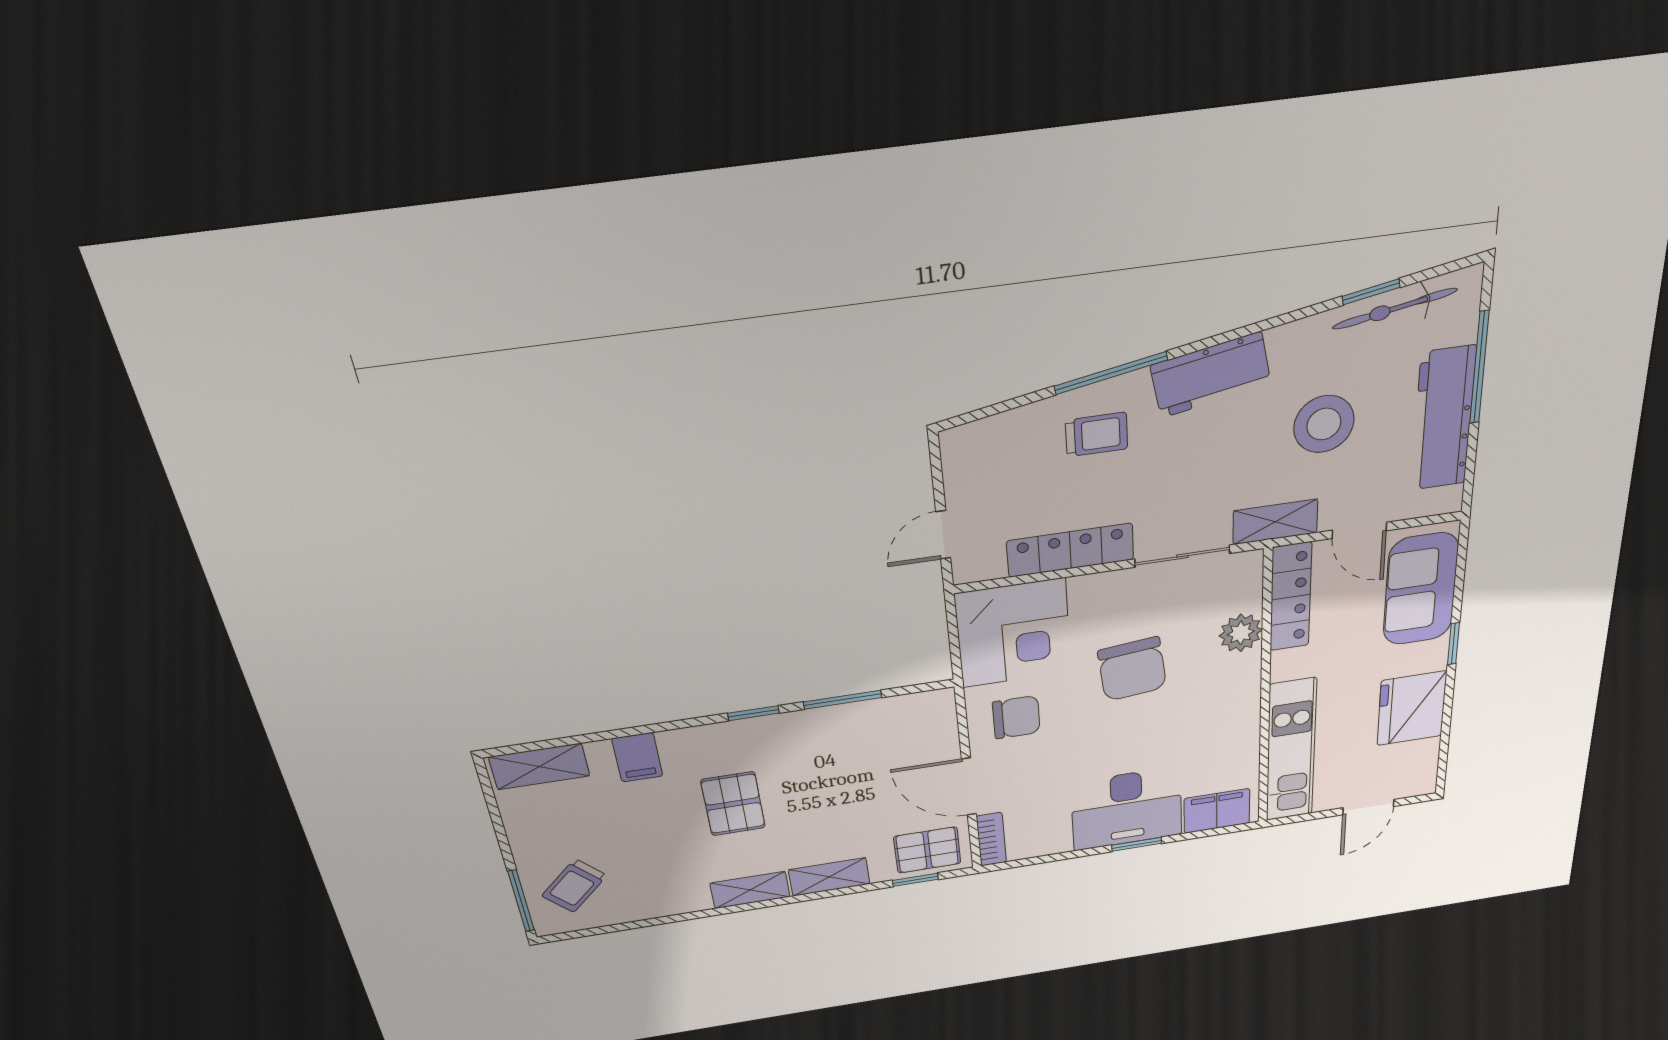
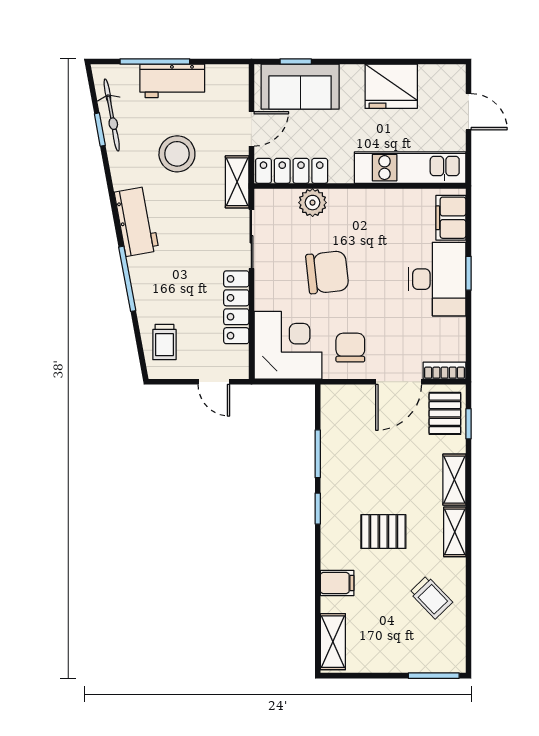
workbench: (1443, 419) -> (172, 81), width x0.73
trolley: (1097, 435) -> (164, 342), moved, turned 180
window: (1454, 644) -> (296, 62), moved
trolley: (574, 886) -> (431, 597), moved

